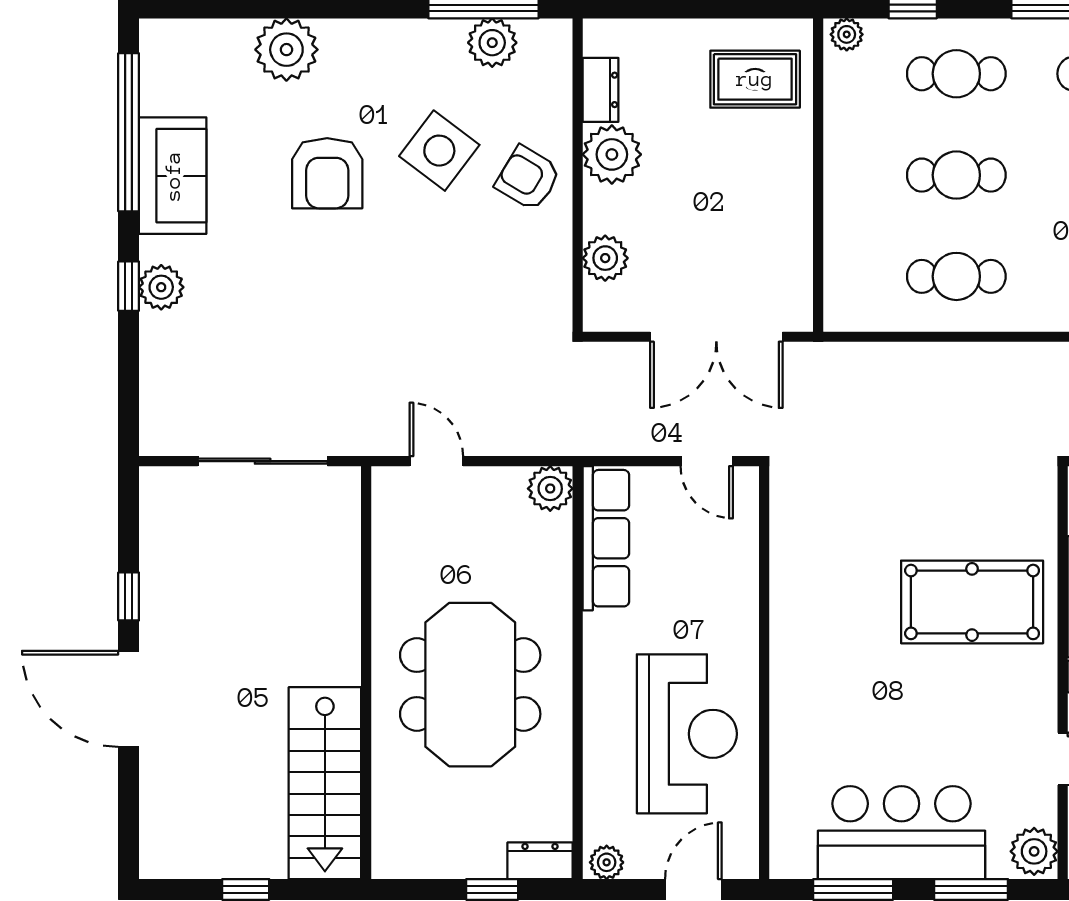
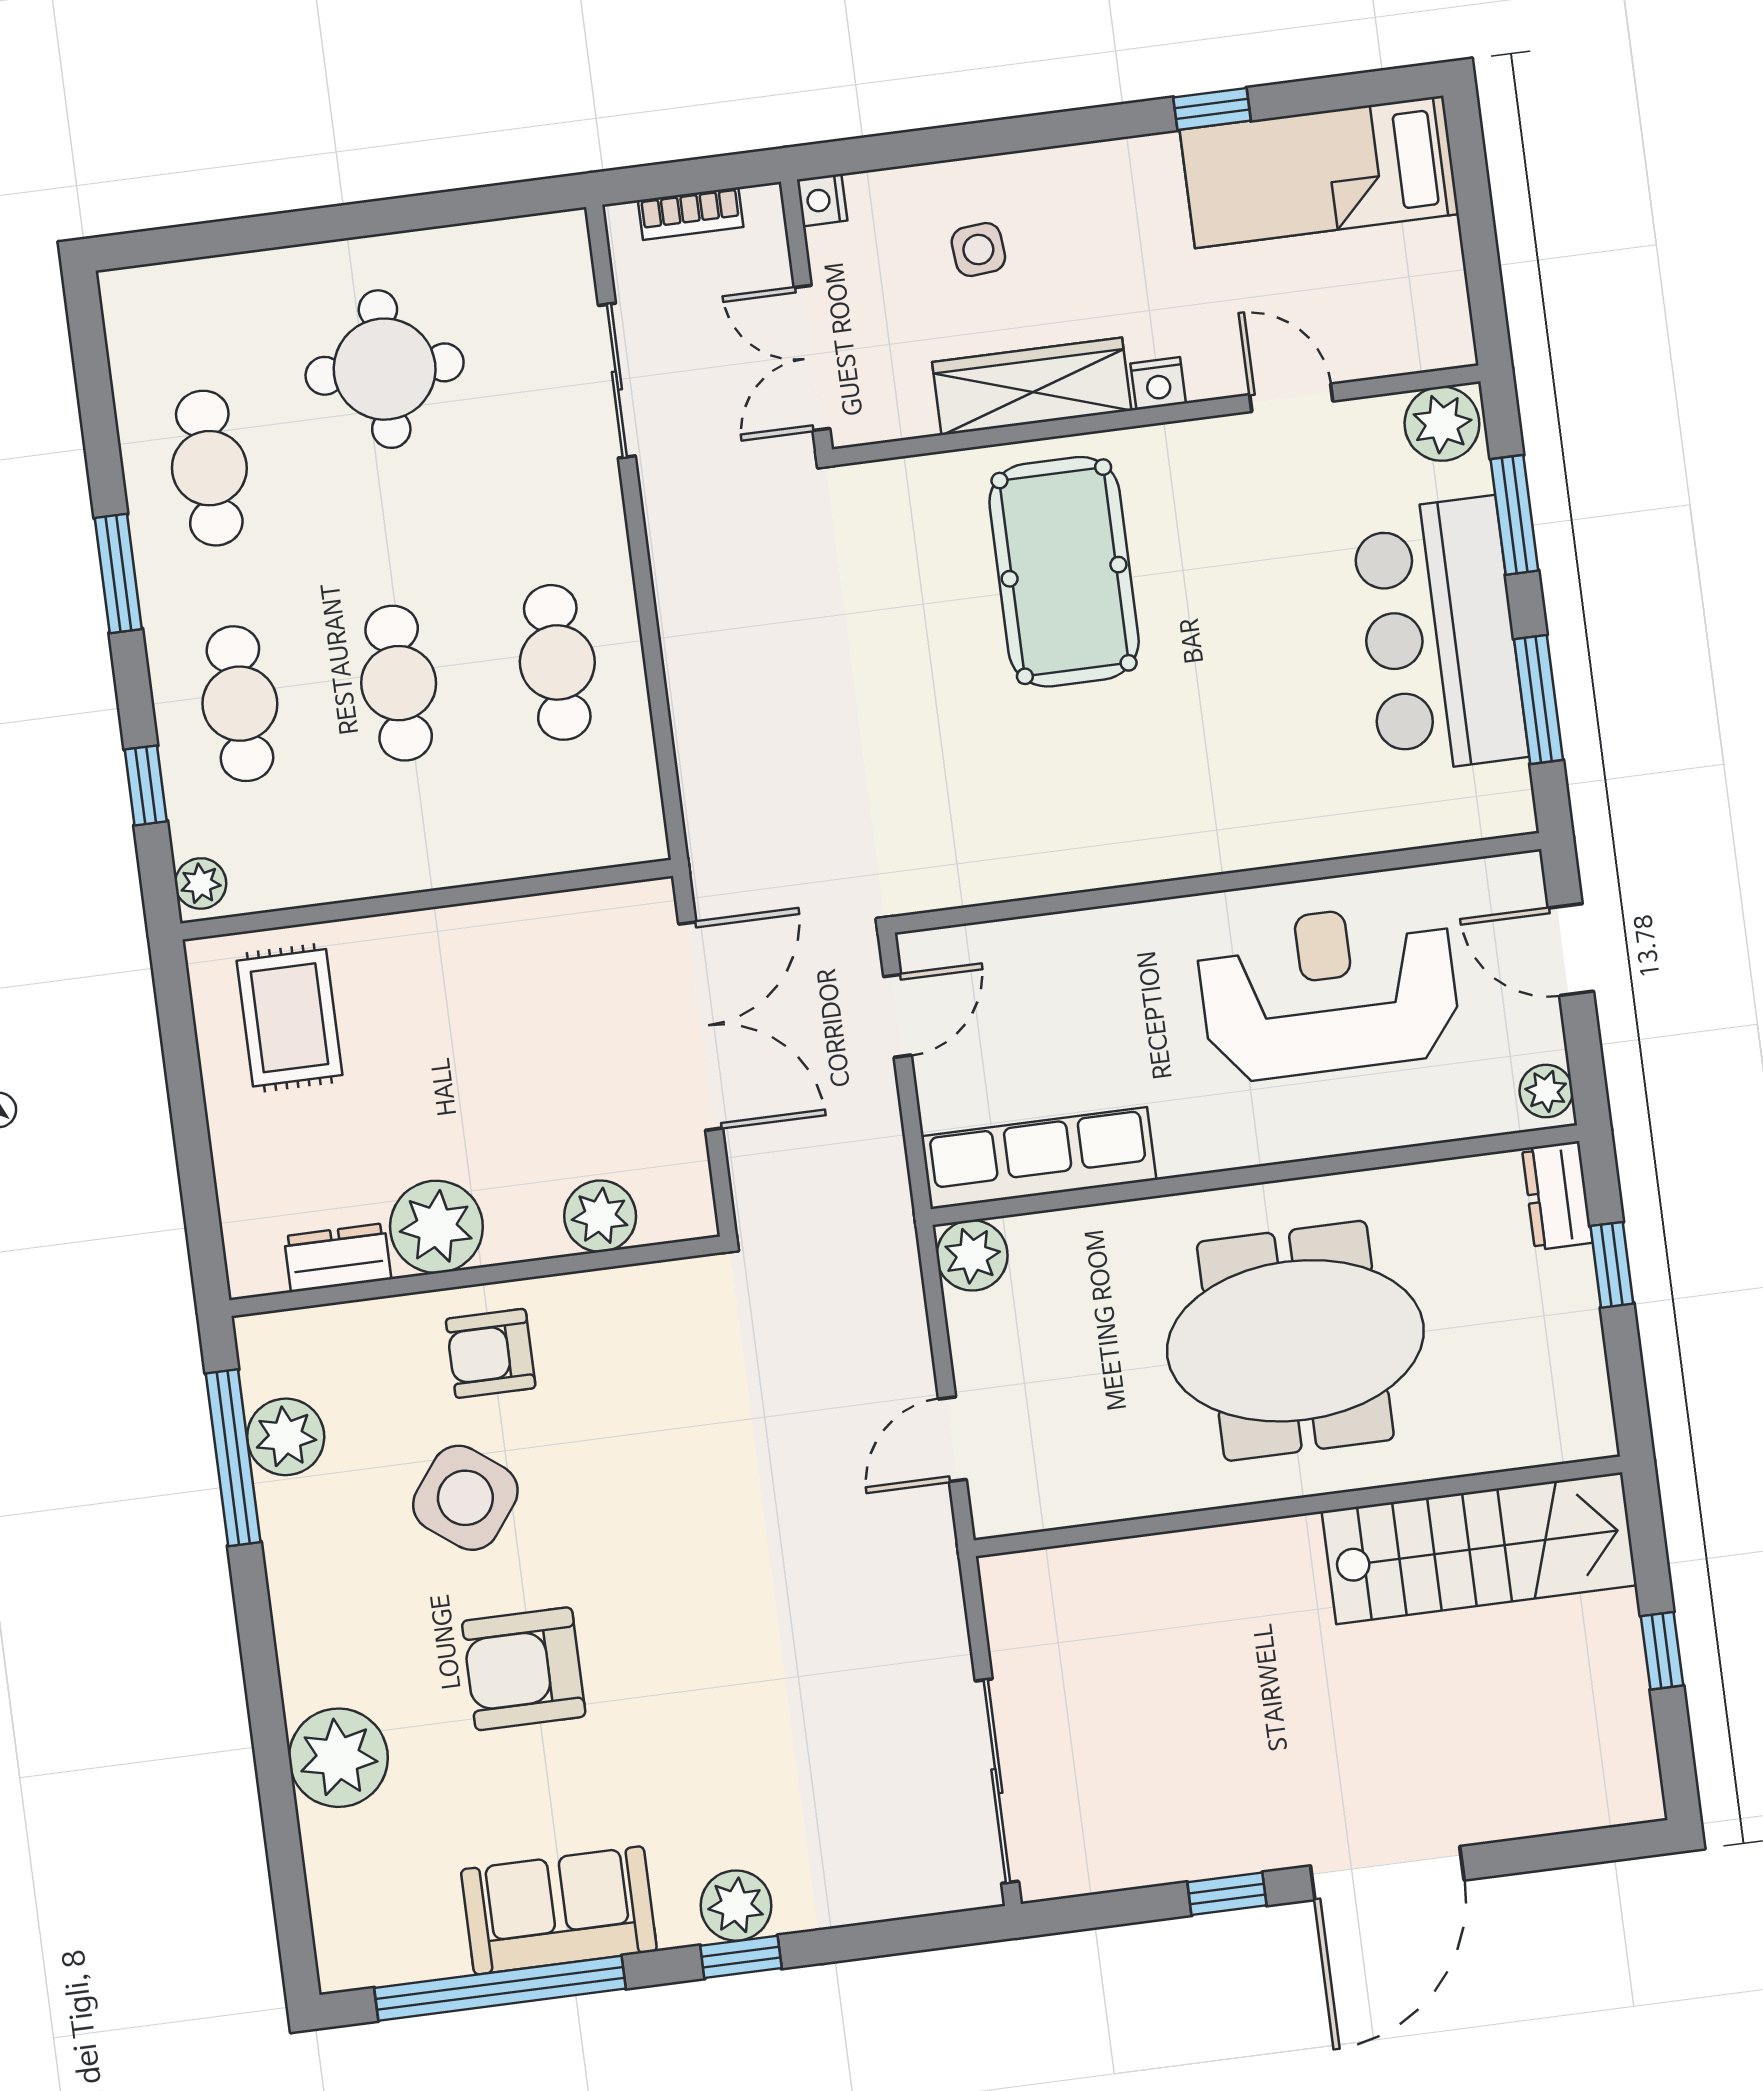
armchair: (327, 173) -> (524, 1669), turned 180
armchair: (528, 178) -> (491, 1353), turned 59
sliding door: (263, 461) -> (997, 1781), moved

